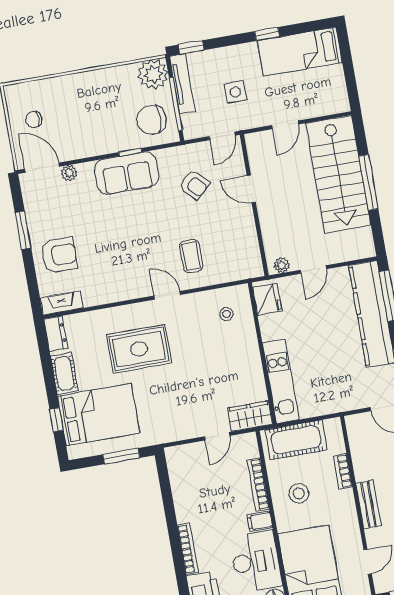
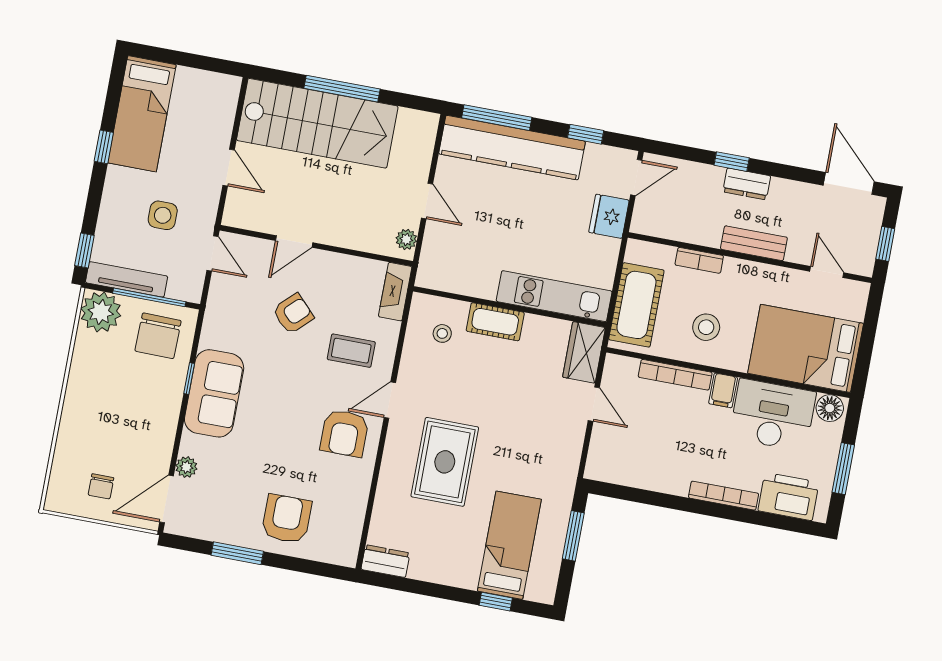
armchair: (194, 185) -> (293, 314), moved
armchair: (133, 273) -> (344, 433), added
fridge: (267, 299) -> (609, 216), moved, turned -90
fireplace: (62, 303) -> (395, 292), moved
cot: (64, 373) -> (495, 322), moved
bed: (99, 415) -> (509, 545), width x0.67

